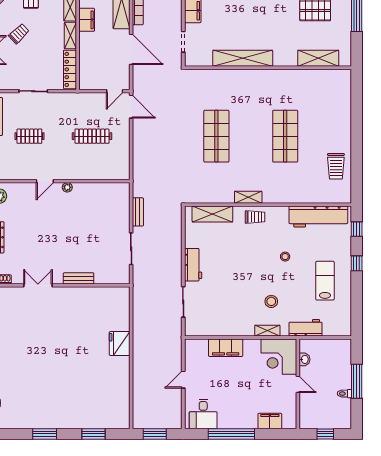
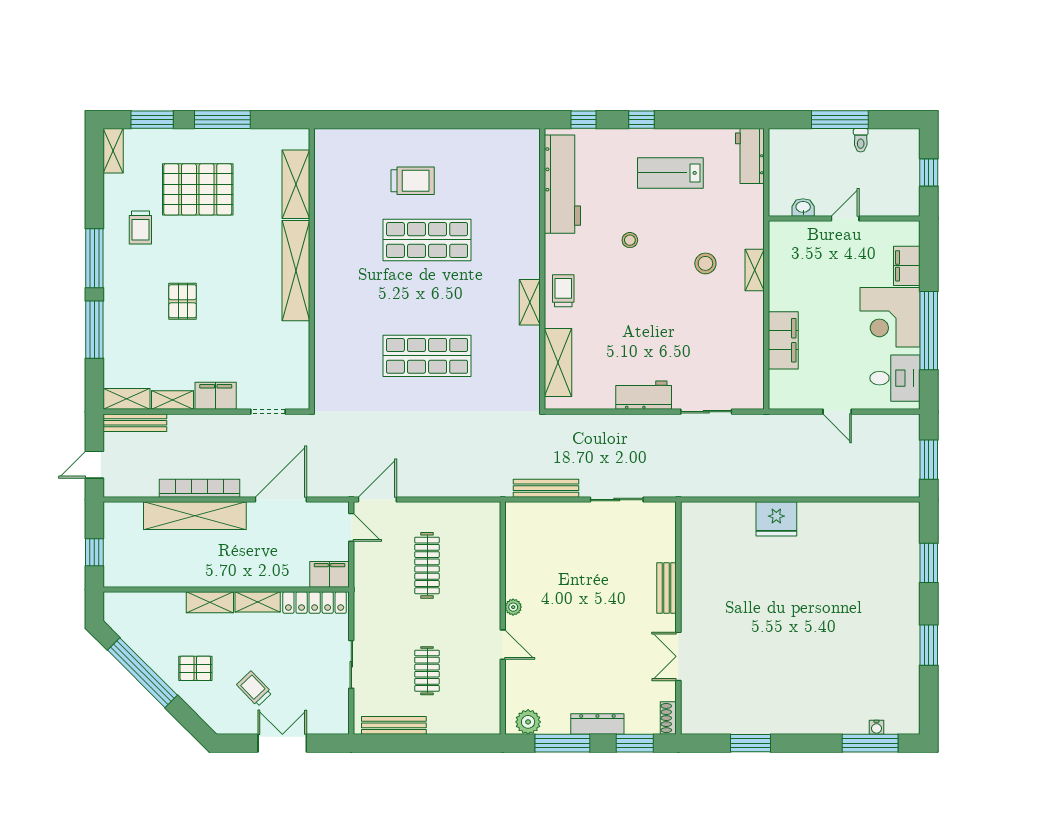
filing cabinet: (87, 20) -> (330, 574), moved
shelving: (243, 58) -> (296, 271), moved
trolley: (336, 166) -> (413, 181), moved
bench: (138, 212) -> (546, 488), width x1.36
workbench: (306, 328) -> (750, 156), moved
corner desk: (279, 357) -> (890, 317), moved, turned 90

